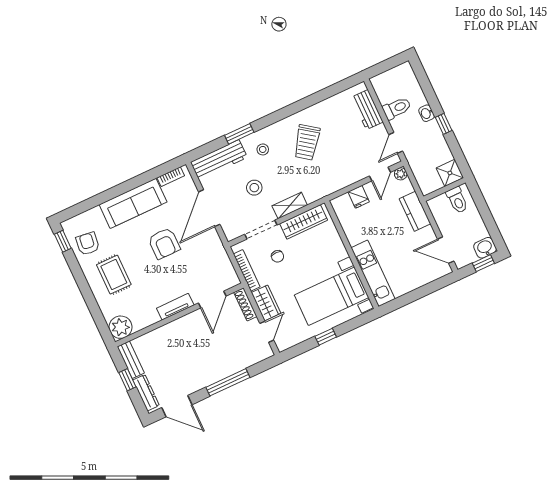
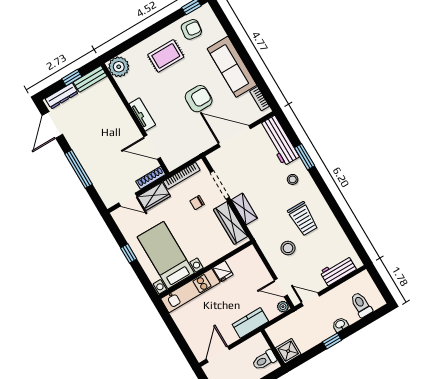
toilet: (397, 108) -> (361, 305), moved, turned 180
trolley: (307, 142) -> (303, 219), turned -126
stool: (254, 188) -> (288, 248), moved
fridge: (359, 197) -> (223, 271), moved, turned -90
armchair: (164, 243) -> (199, 99), turned 180

